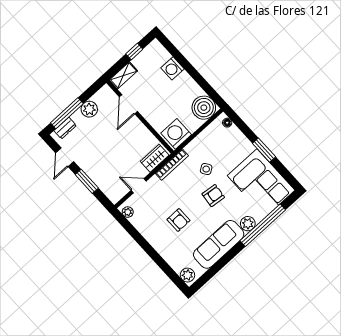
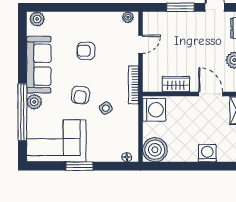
wardrobe: (155, 158) -> (176, 84), moved, turned -90

